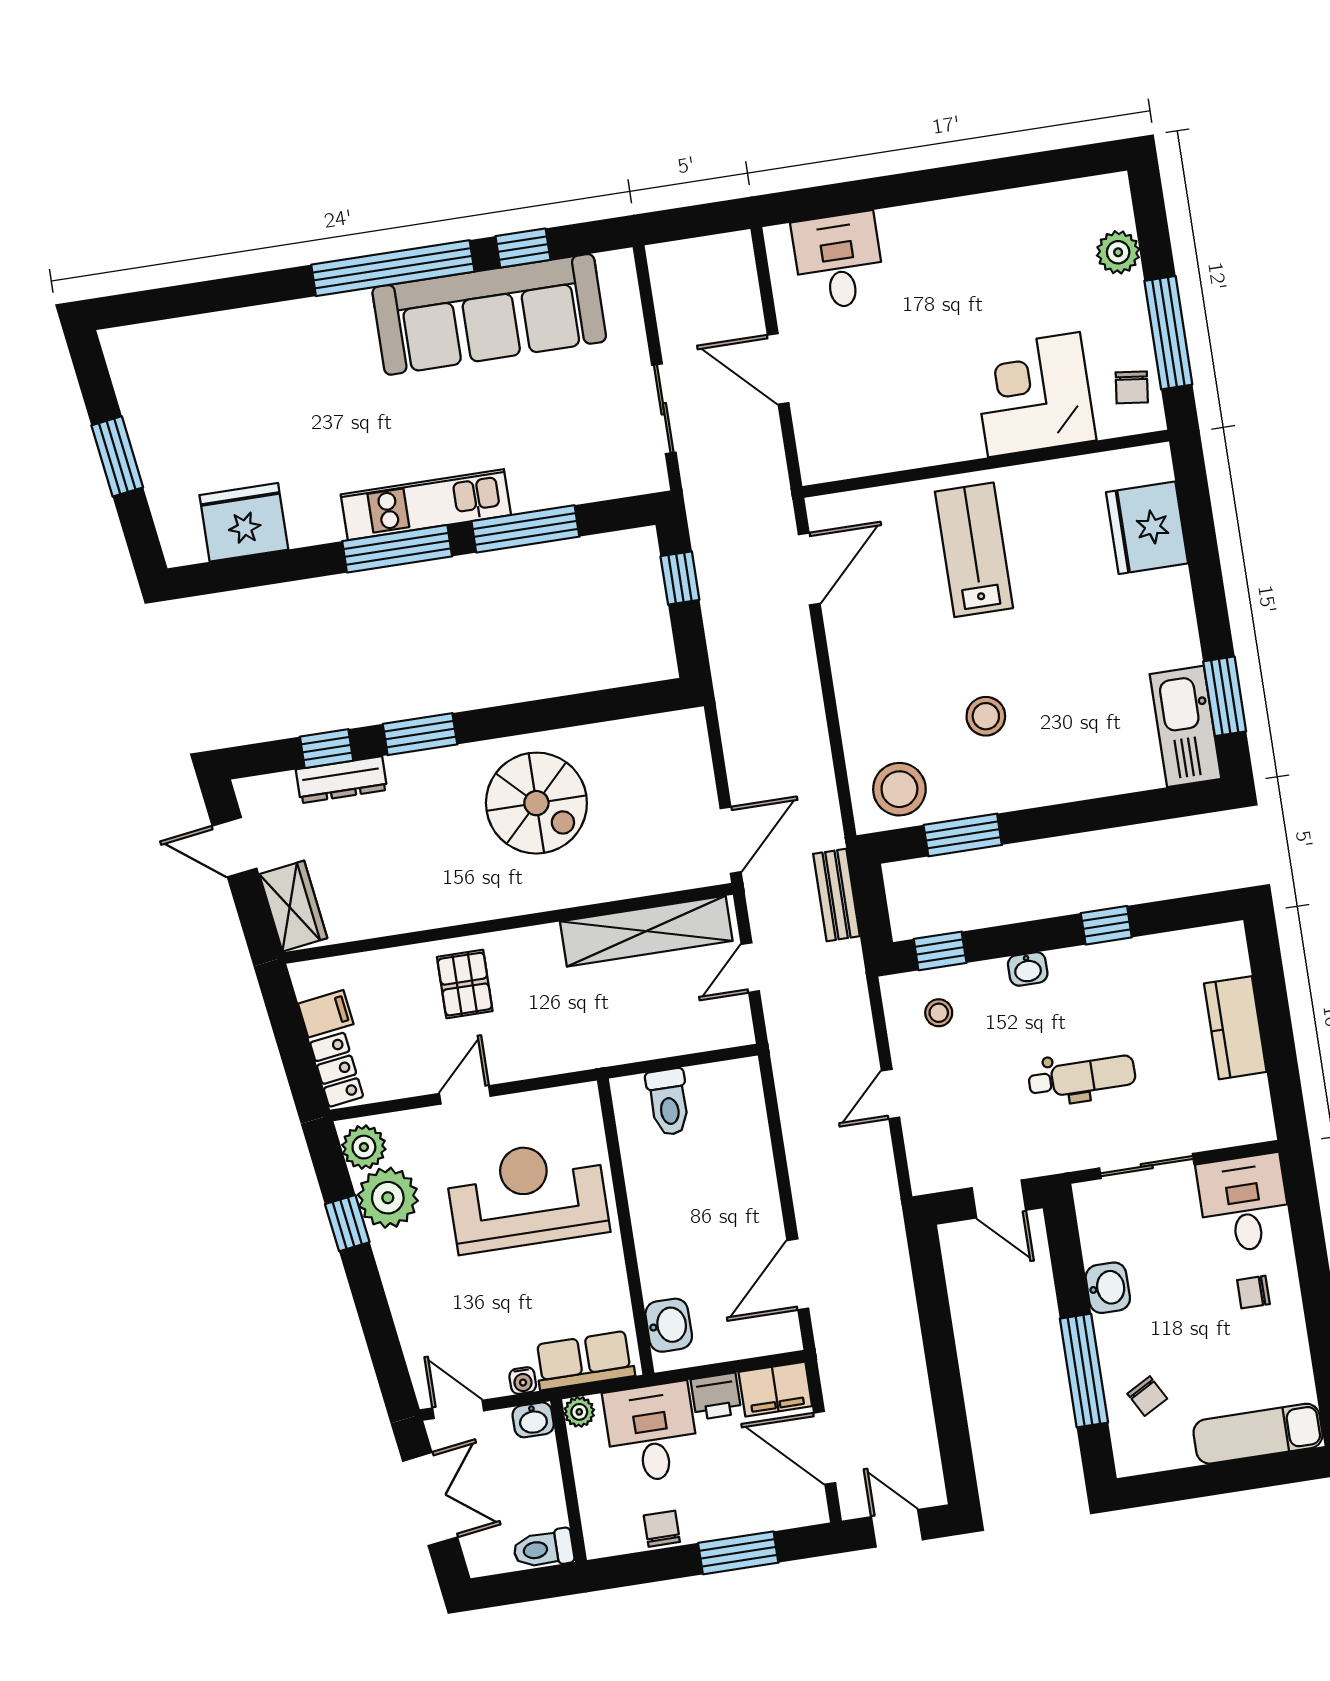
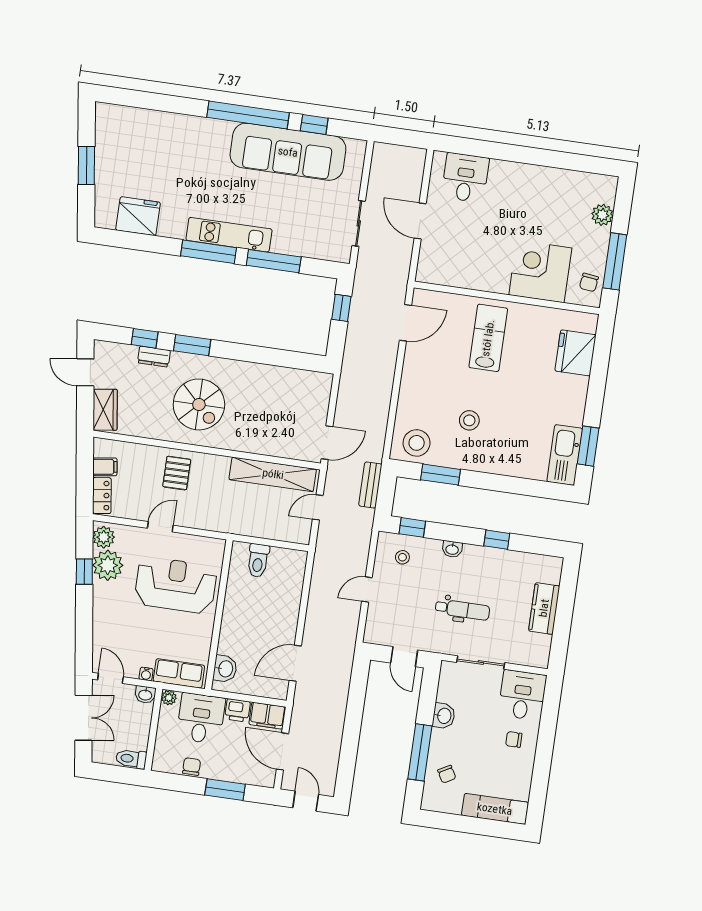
dresser: (341, 780) -> (154, 357), width x0.70
spiral stairs: (536, 803) -> (199, 404), moved

